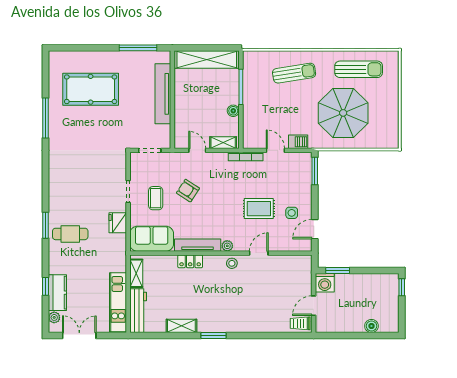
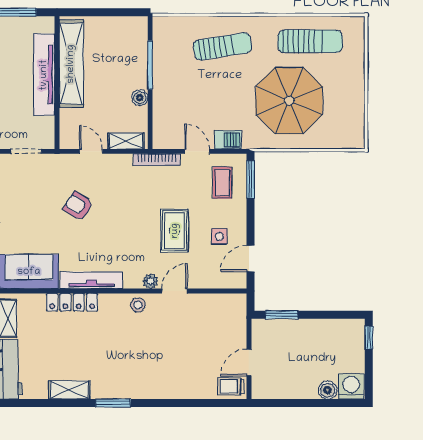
shelving: (207, 60) -> (71, 64), moved, turned 90
coffee table: (156, 198) -> (222, 183), moved
rug: (259, 209) -> (175, 231), turned 90
plant: (227, 246) -> (150, 281), moved
locker: (190, 261) -> (72, 302), width x1.53
washing machine: (325, 283) -> (351, 386), moved, turned 180

